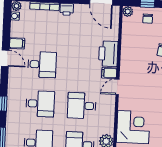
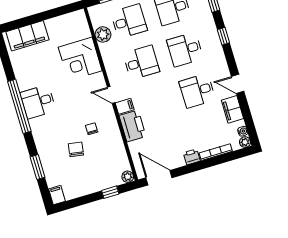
chair: (148, 19) -> (92, 129), moved
filing cabinet: (17, 43) -> (232, 109), width x2.00
door: (117, 87) -> (111, 95), swing flipped

